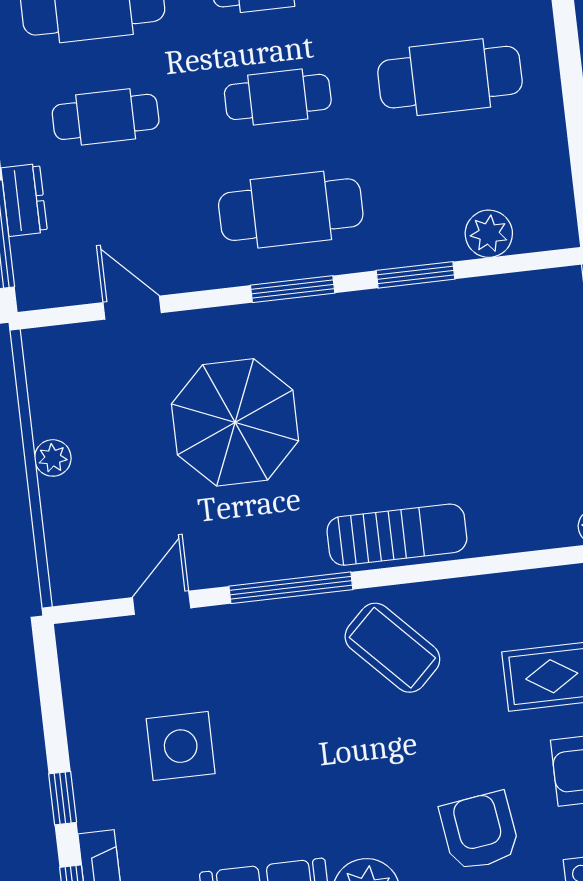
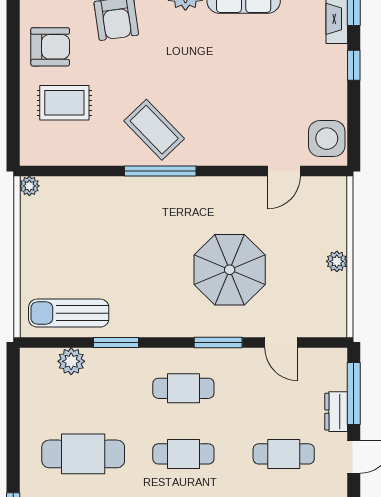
cafe table: (291, 210) -> (183, 388), width x0.73, depth x0.74
window: (293, 289) -> (218, 343), moved
sun lounger: (397, 535) -> (69, 313), moved
window: (291, 588) -> (160, 171), moved
side table: (181, 746) -> (327, 139), moved

